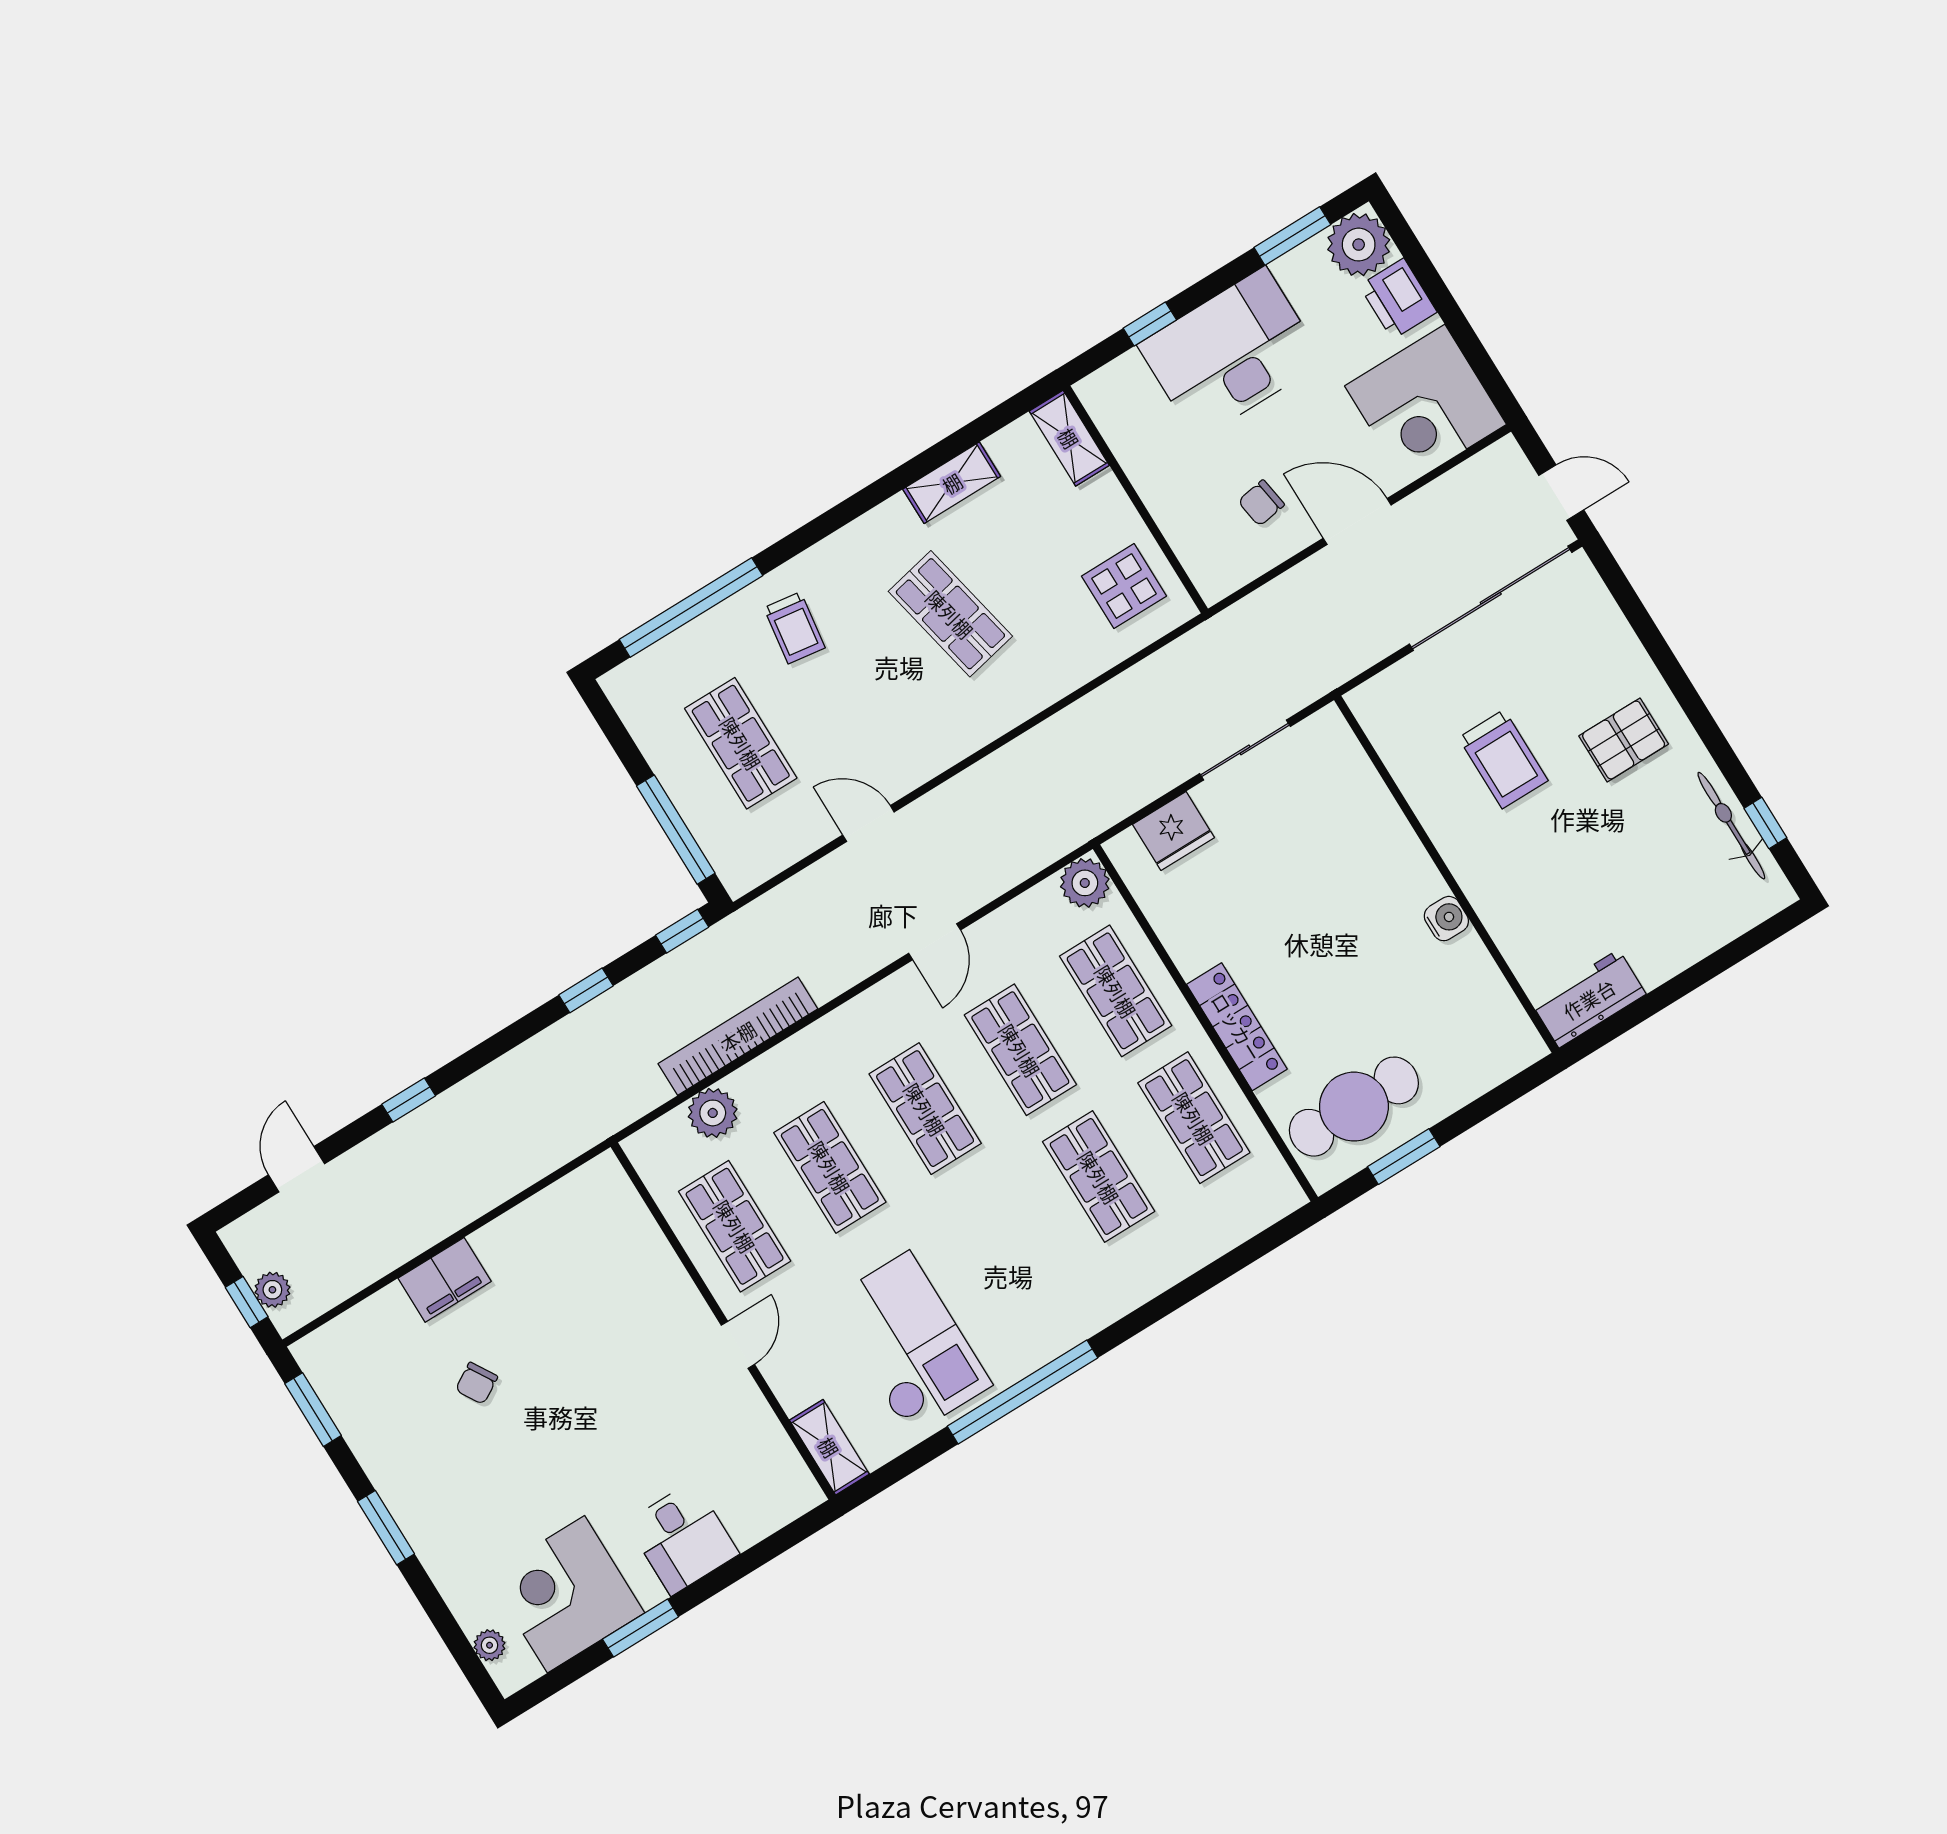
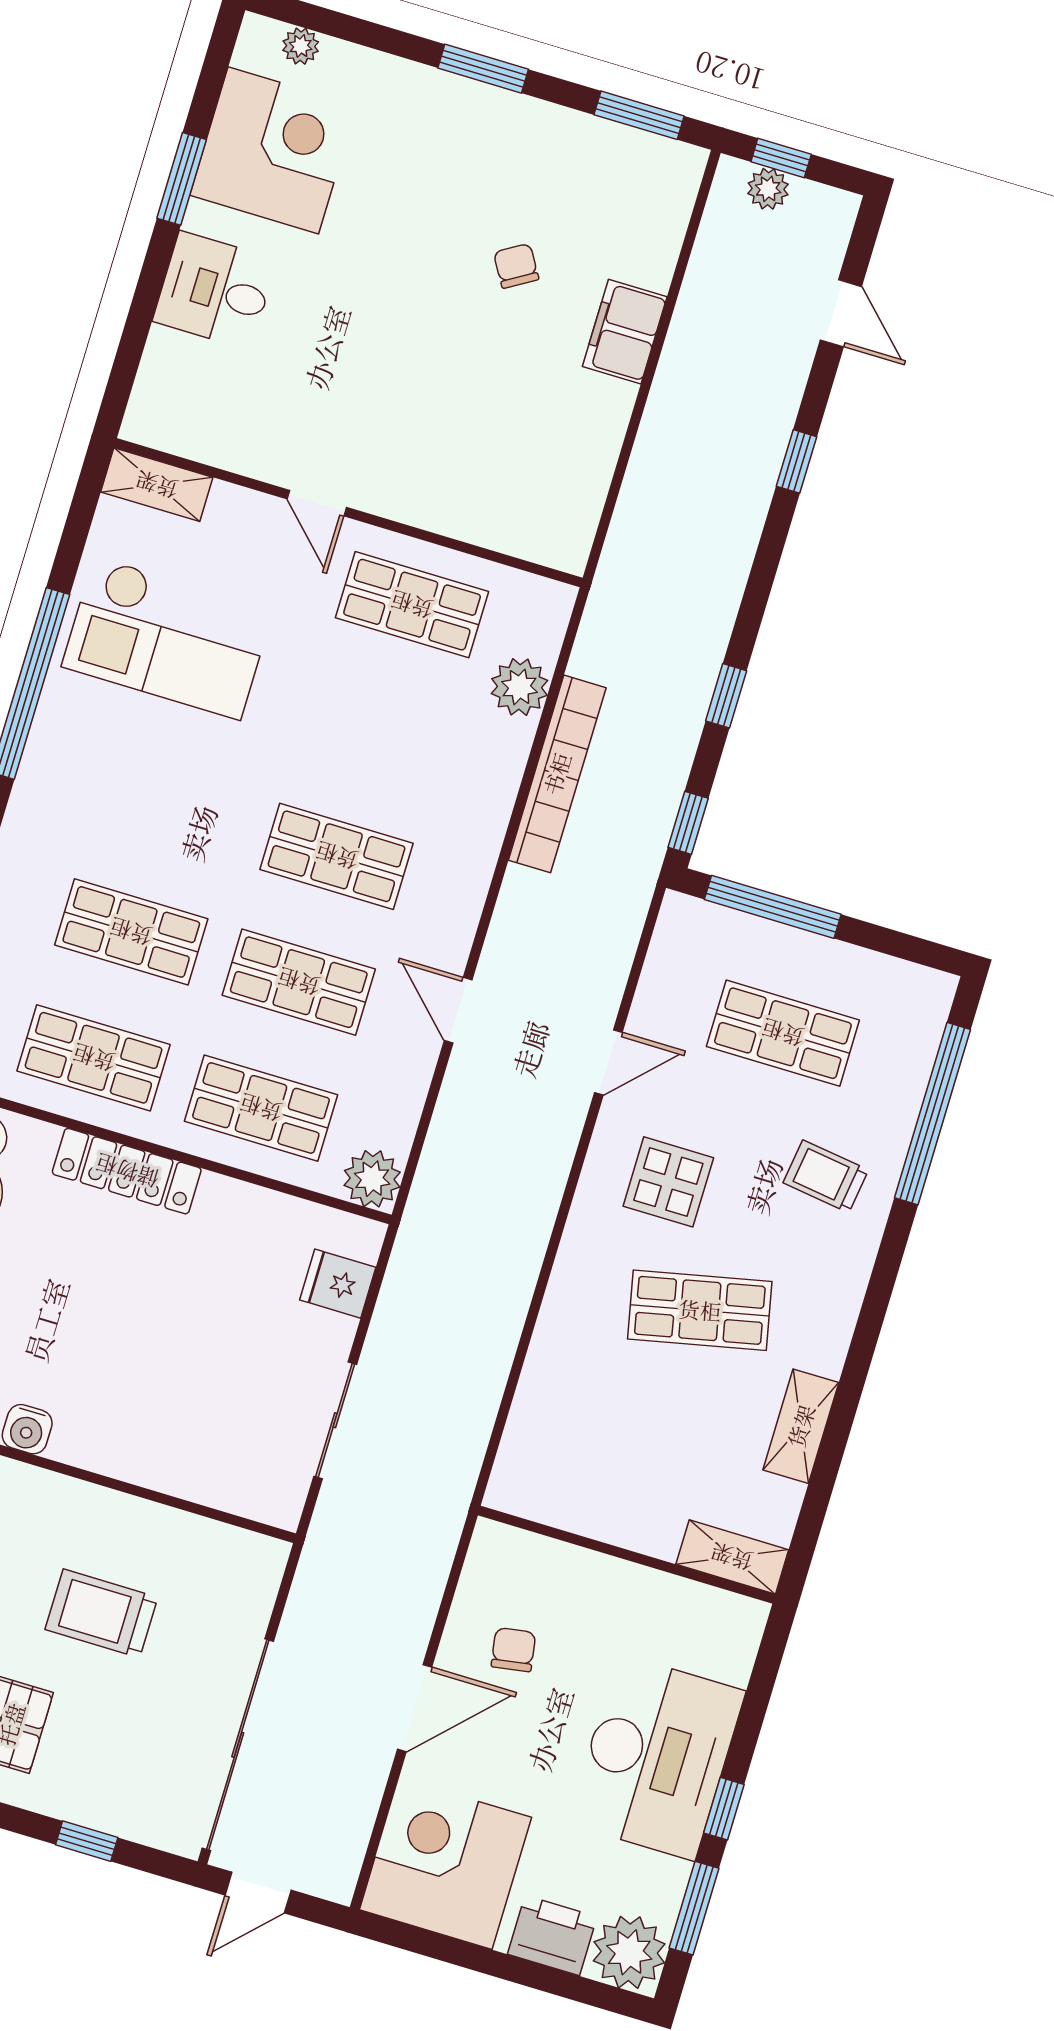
window: (1150, 324) -> (724, 1809), moved
display table: (1124, 586) -> (668, 1182), moved
window: (1641, 622) -> (87, 1841), added
fridge: (1174, 831) -> (338, 1284), width x0.72
shop shelf: (830, 1167) -> (374, 730), removed

